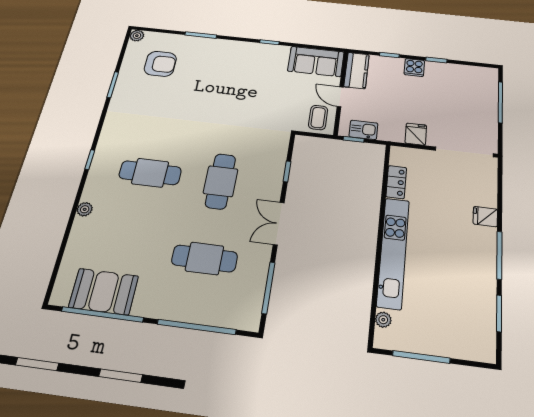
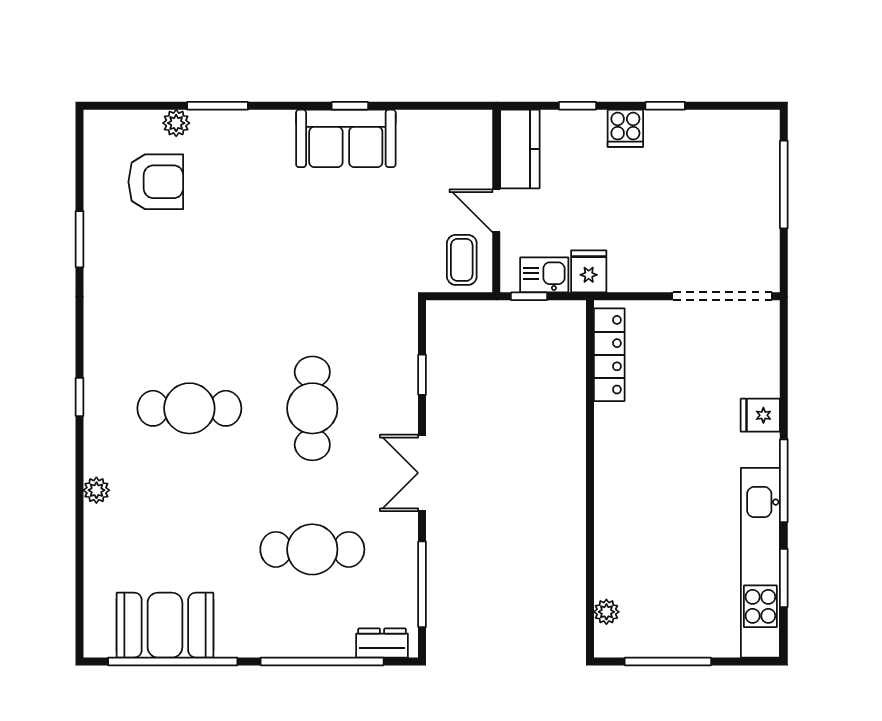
plant: (137, 36) -> (176, 123), moved
sofa: (316, 61) -> (346, 138), moved
fridge: (416, 134) -> (589, 271), moved
locker: (396, 182) -> (609, 355), width x1.53
kitchen unit: (393, 252) -> (760, 563), moved, turned 180
dresser: (237, 320) -> (382, 643), added

